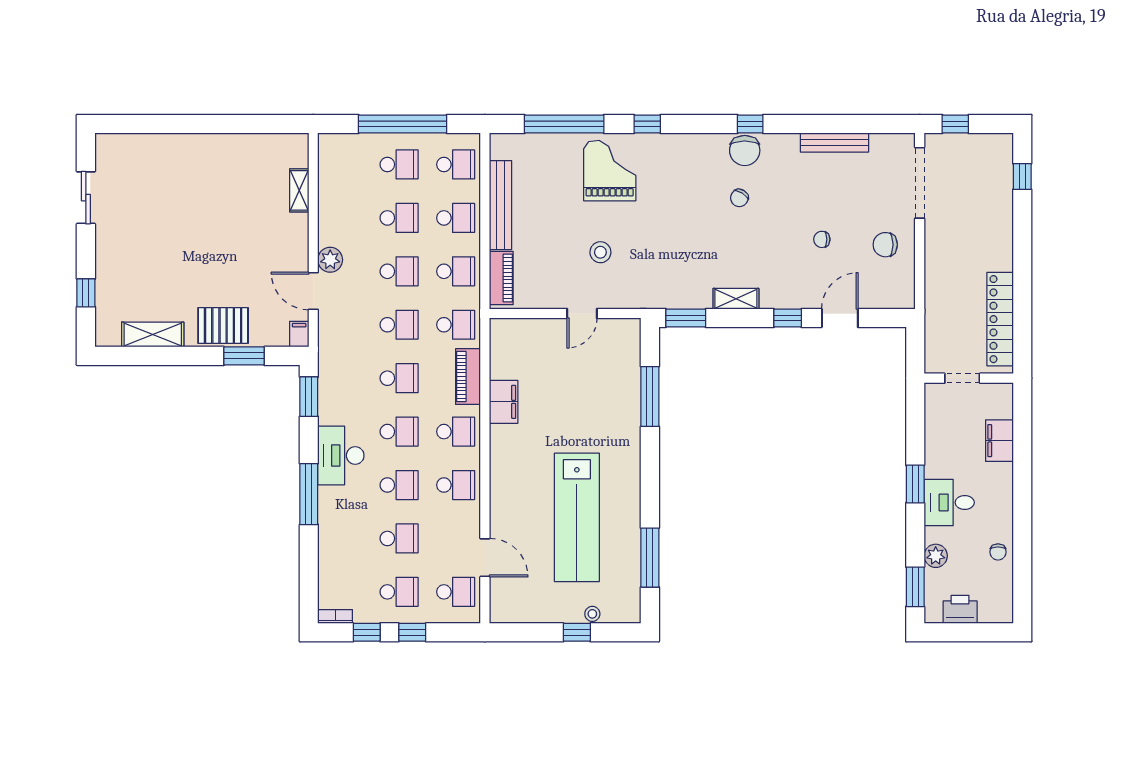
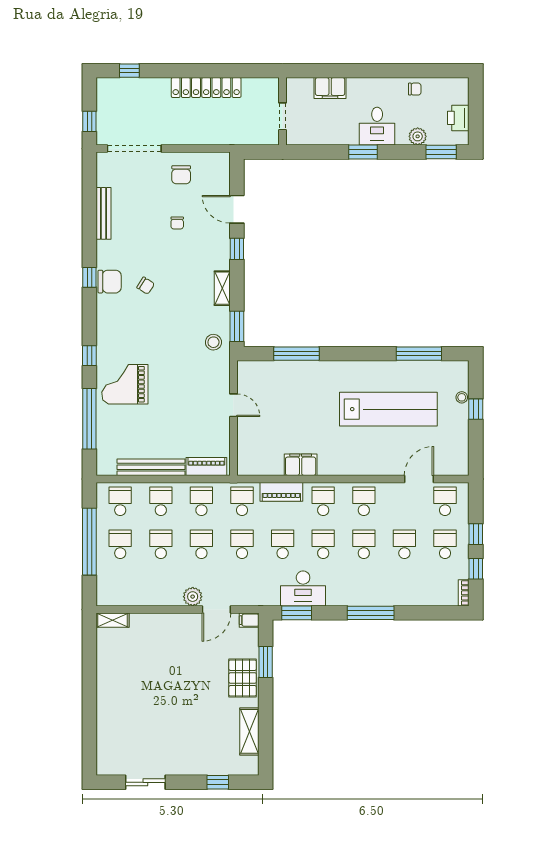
shelving: (299, 190) -> (113, 620), moved
stool: (600, 252) -> (213, 342), moved
locker: (1000, 319) -> (206, 87), moved
desk: (341, 456) -> (303, 588), moved

